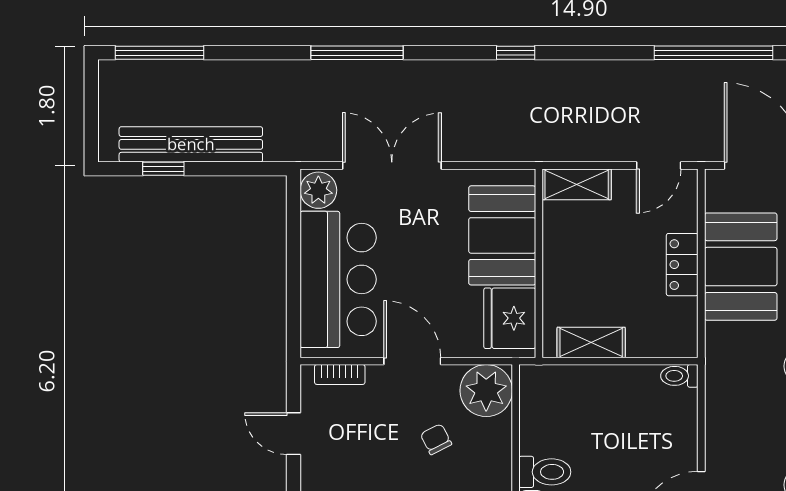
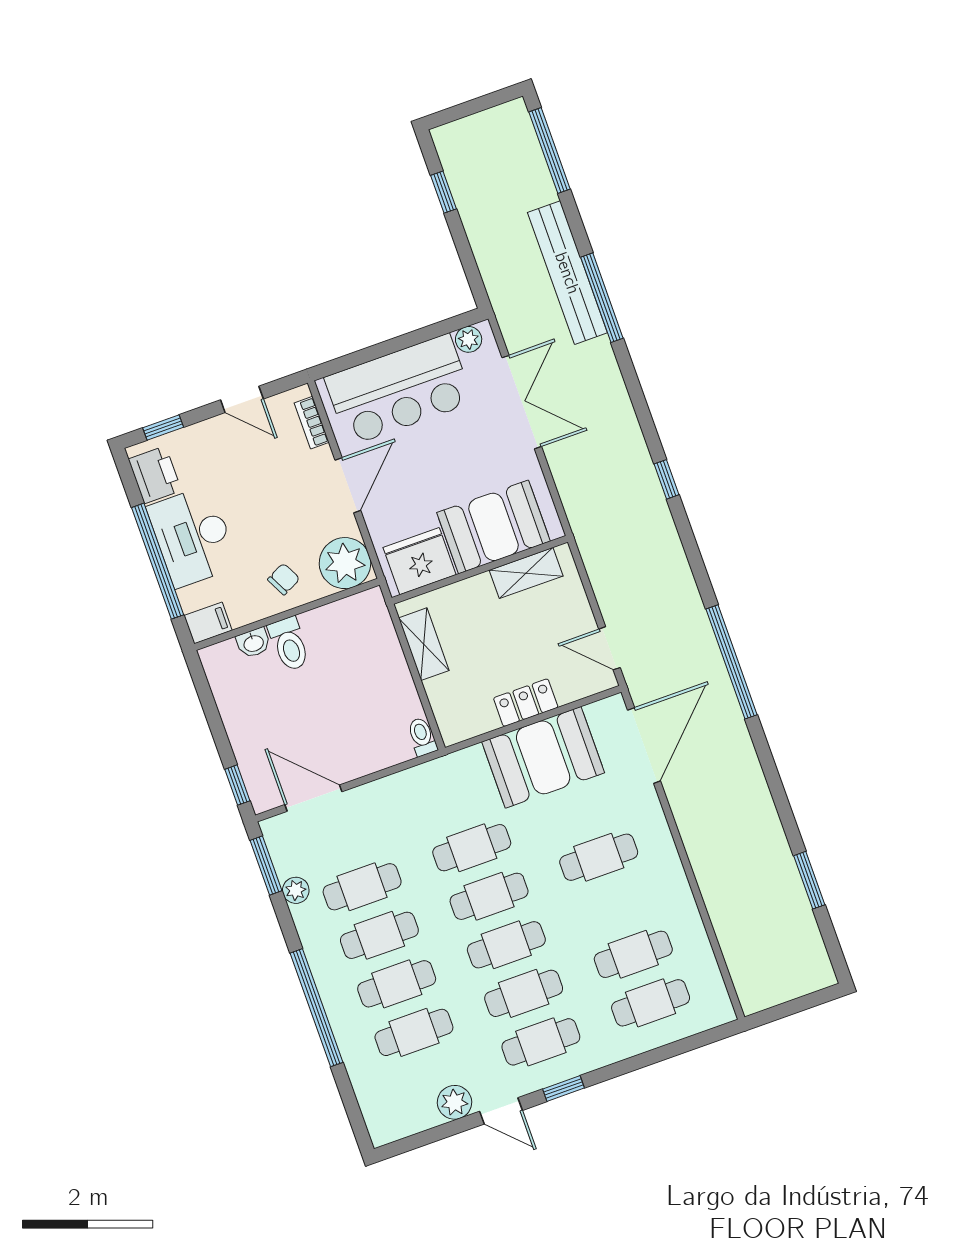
window: (357, 53) -> (602, 298), moved
bench: (191, 144) -> (567, 273), moved
shelving: (577, 184) -> (526, 573), moved, turned 90
plant: (318, 190) -> (469, 339), width x0.73, depth x0.73
door: (294, 434) -> (242, 399), swing flipped
chair: (436, 439) -> (284, 579), moved

